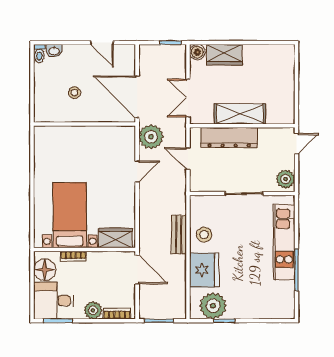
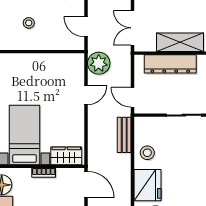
door: (137, 97) -> (86, 27), width x0.53
door: (188, 159) -> (133, 97), moved
bench: (179, 235) -> (124, 135), moved
bookcase: (73, 256) -> (44, 173), moved

